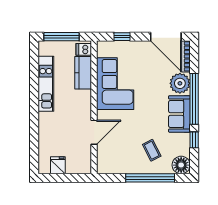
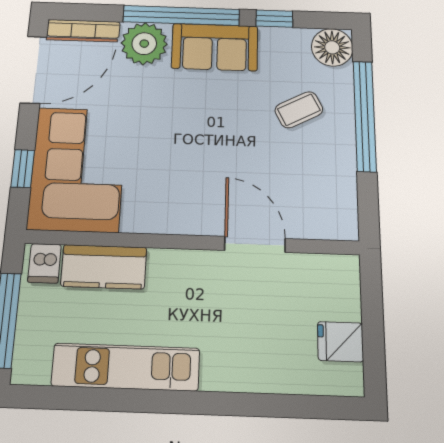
corner sofa: (115, 84) -> (78, 169), moved, turned 90

